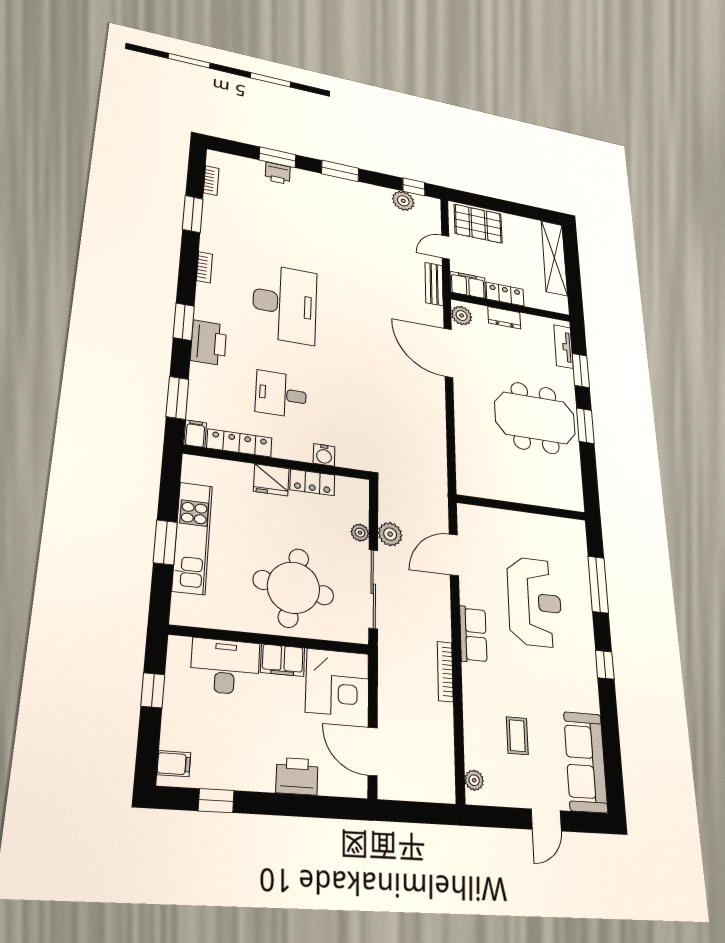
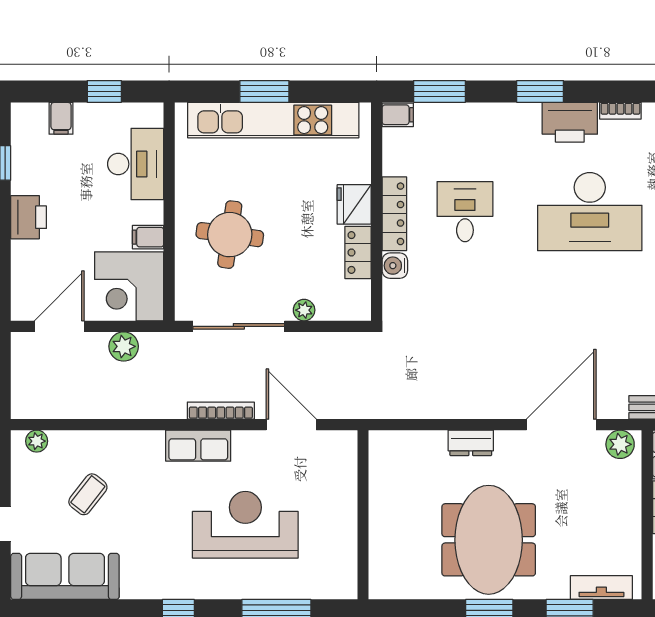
dresser: (504, 318) -> (471, 443), moved, turned -90
printer: (209, 343) -> (570, 122), moved
locker: (239, 443) -> (394, 214), moved
plant: (390, 534) -> (124, 346), moved
kitchen unit: (192, 538) -> (273, 120), width x1.36
round table: (293, 588) -> (230, 235), width x0.73, depth x0.73
reception desk: (535, 602) -> (245, 525), turned 180
filing cabinet: (283, 660) -> (148, 237), width x0.50
bookcase: (445, 672) -> (221, 411), moved
coffee table: (517, 736) -> (88, 494), turned -52
filing cabinet: (174, 764) -> (61, 118), moved
printer: (297, 776) -> (29, 217), moved

